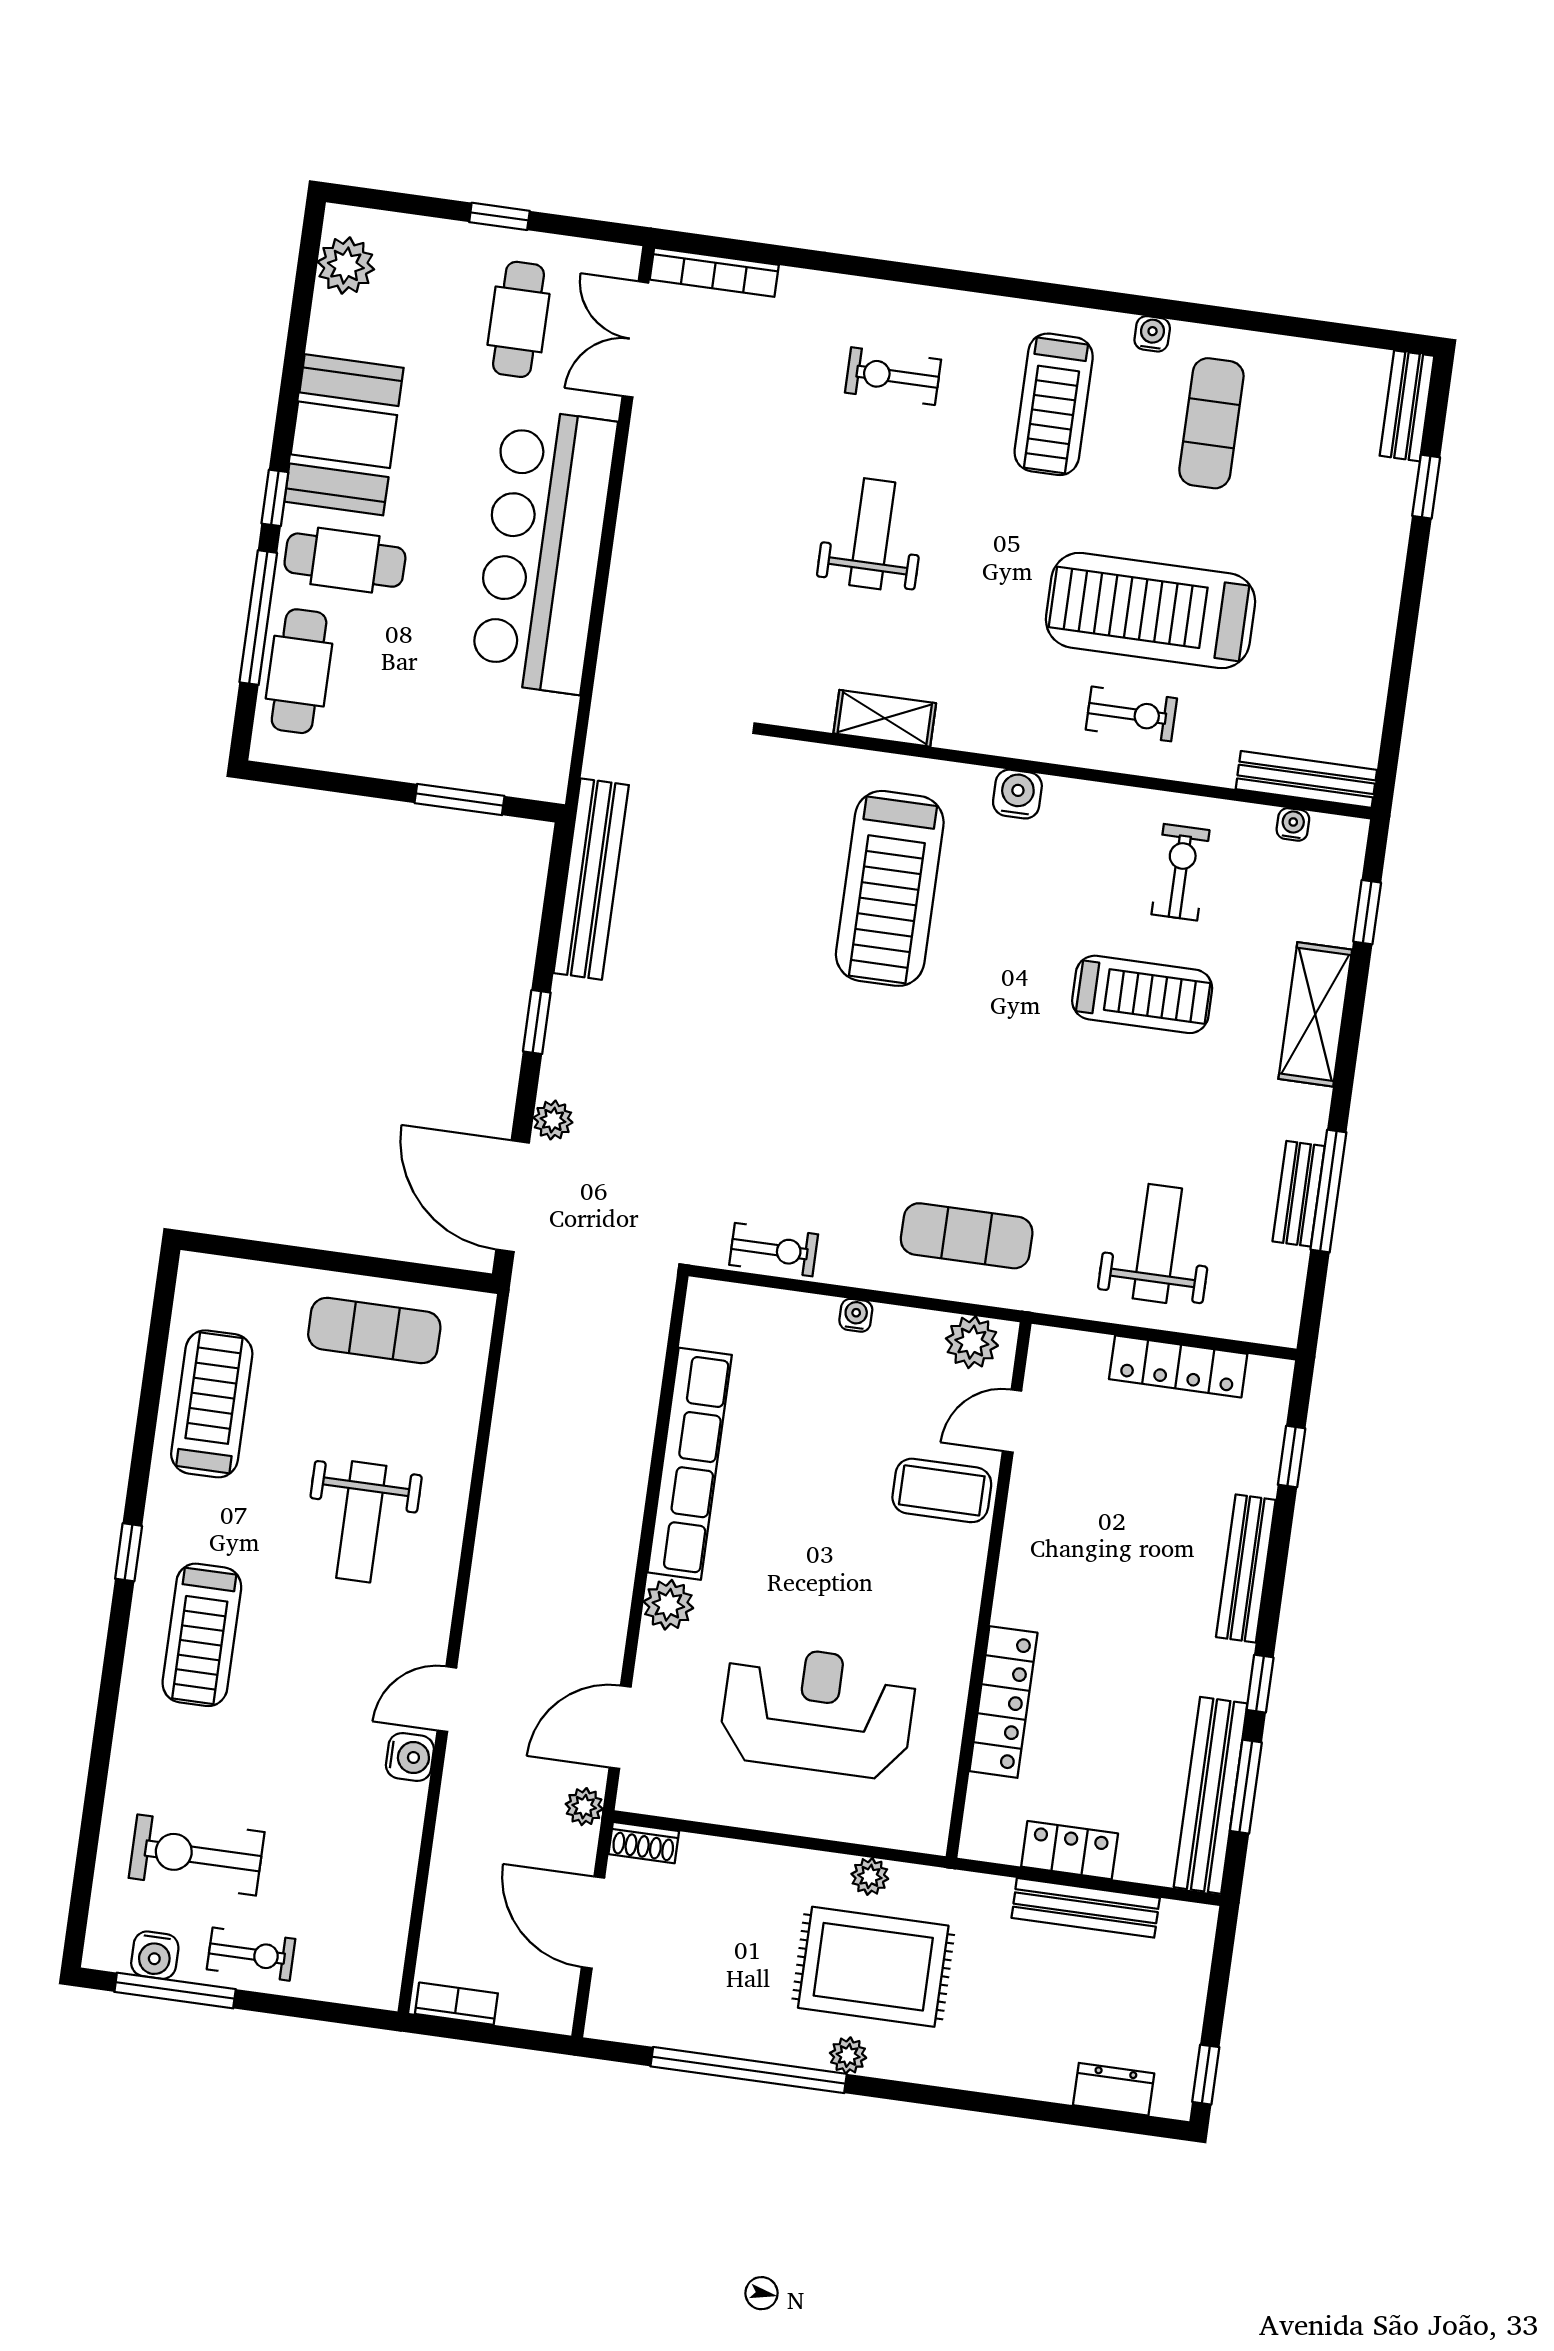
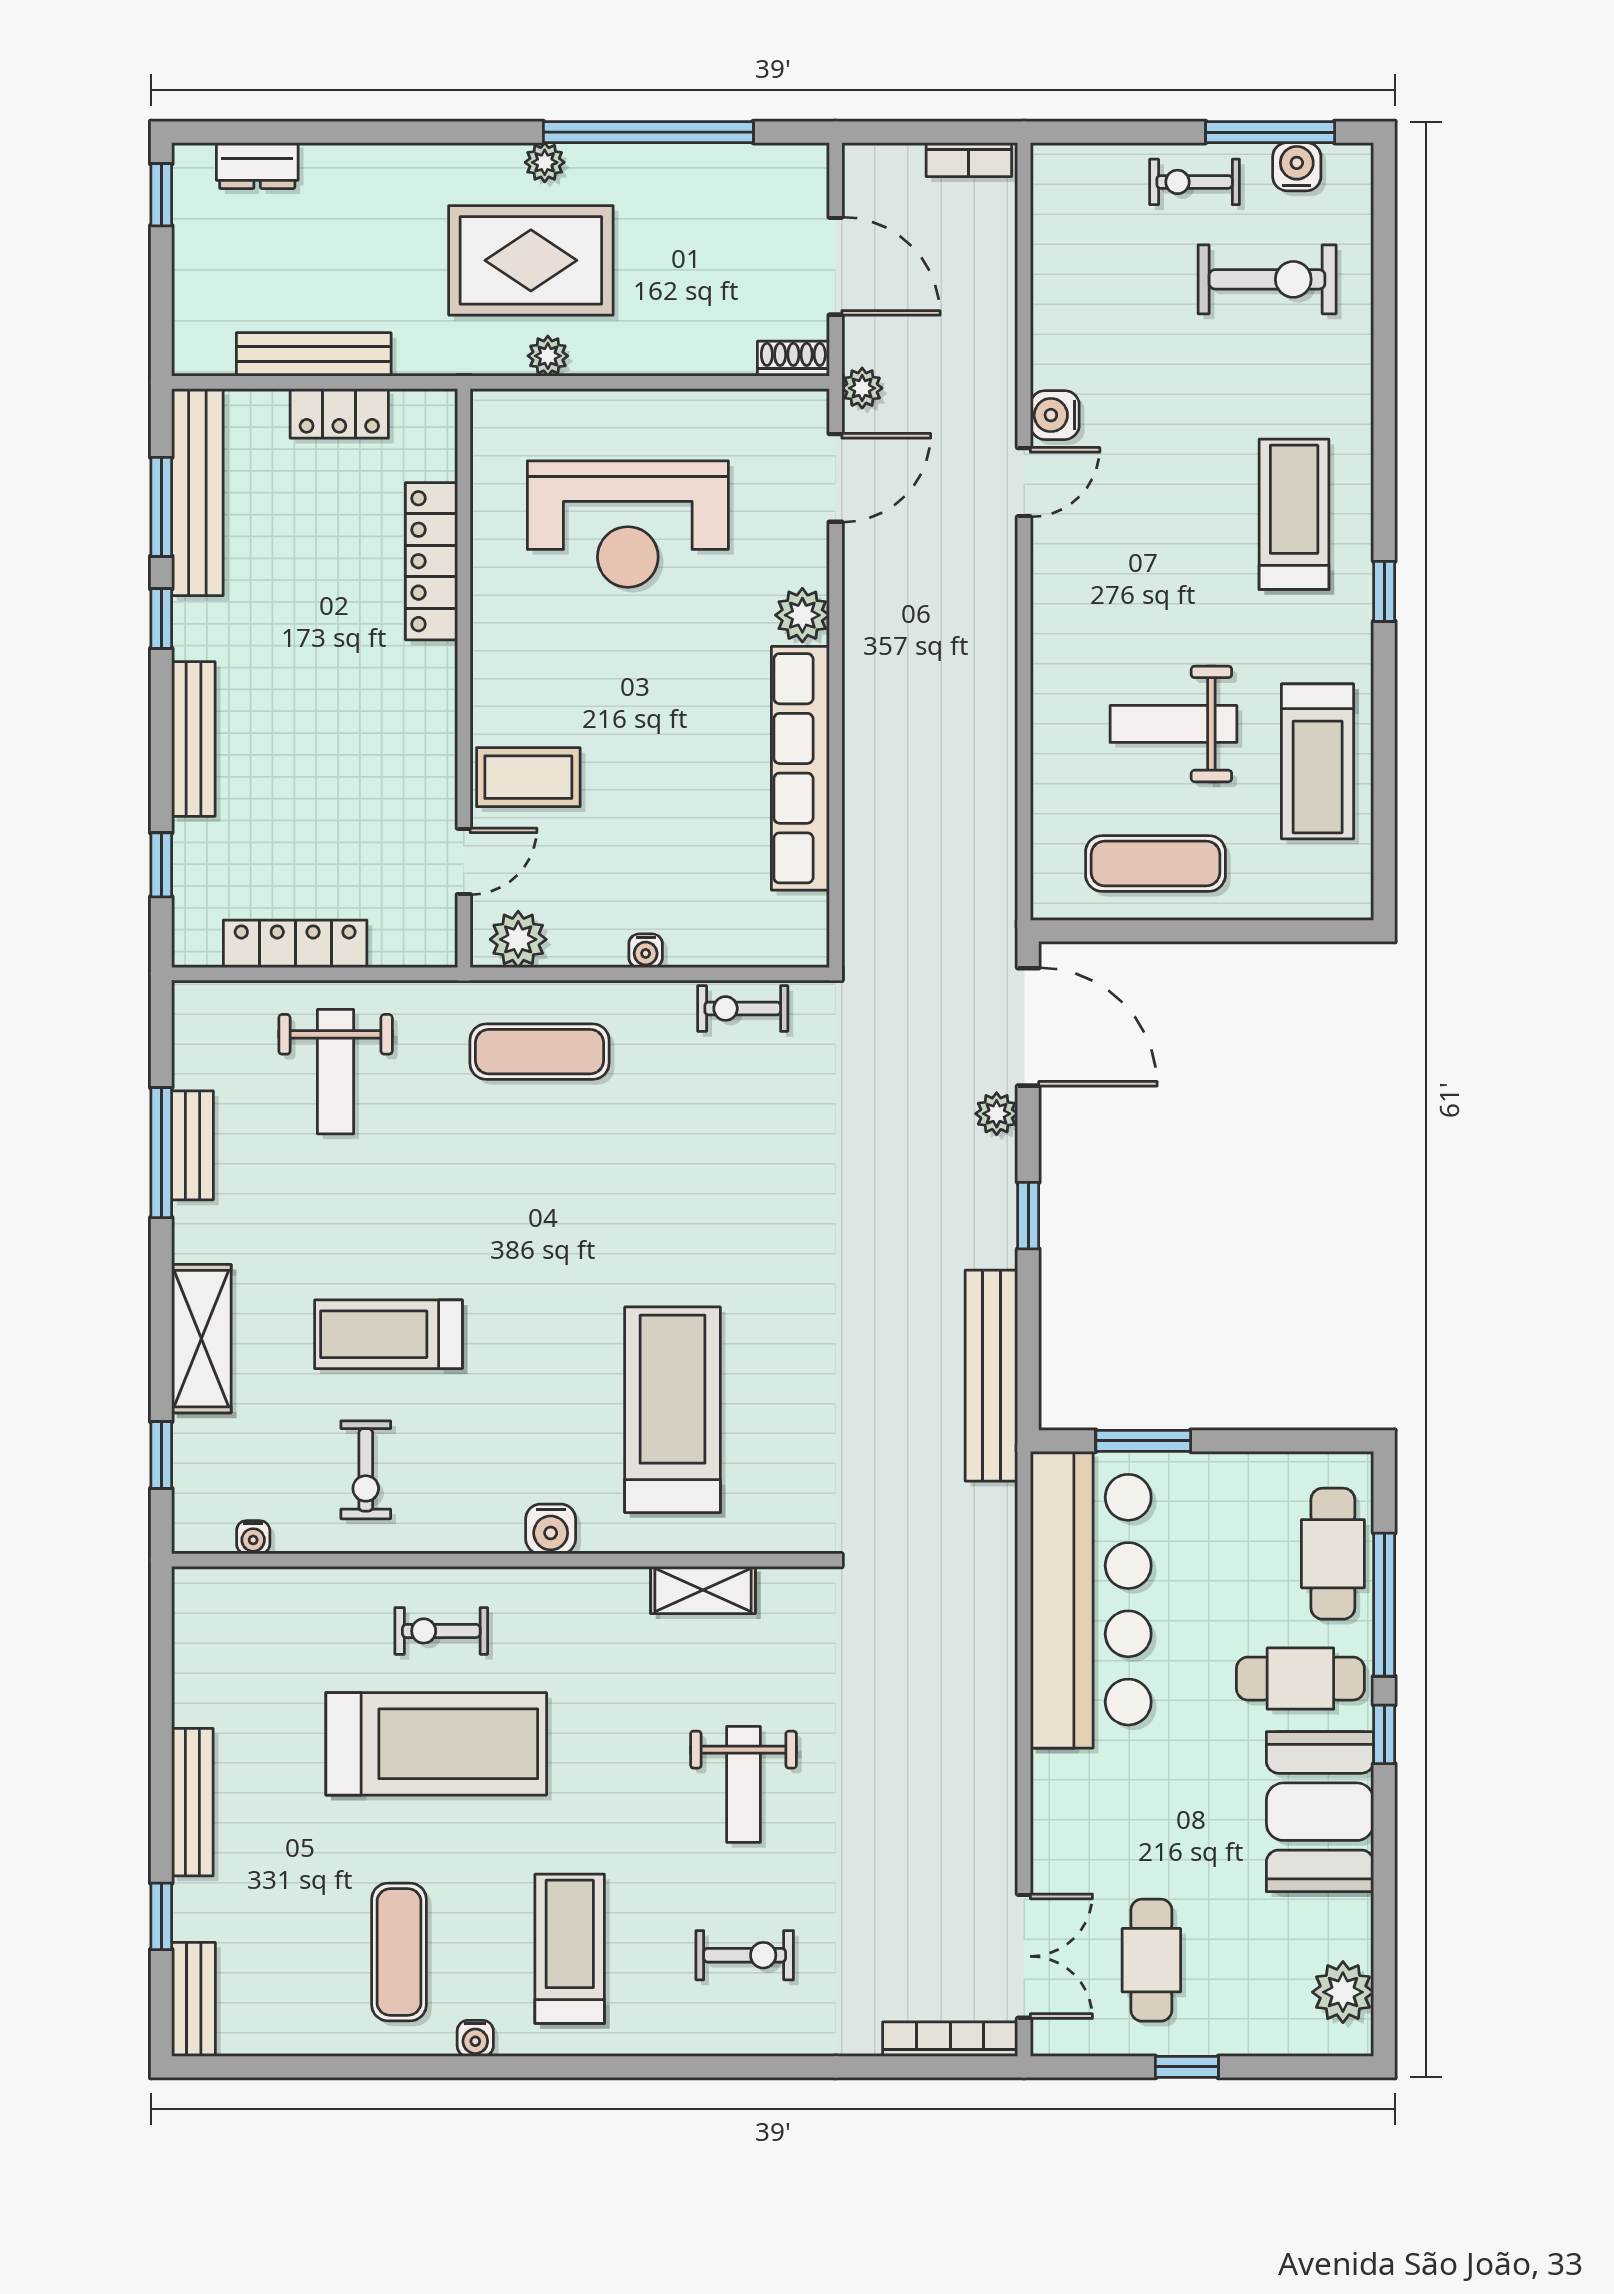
bar counter: (543, 551) -> (1091, 1600), moved
bench: (1306, 779) -> (192, 1802), moved, turned 90
weight bench: (361, 1522) -> (1173, 724), moved, turned -90

